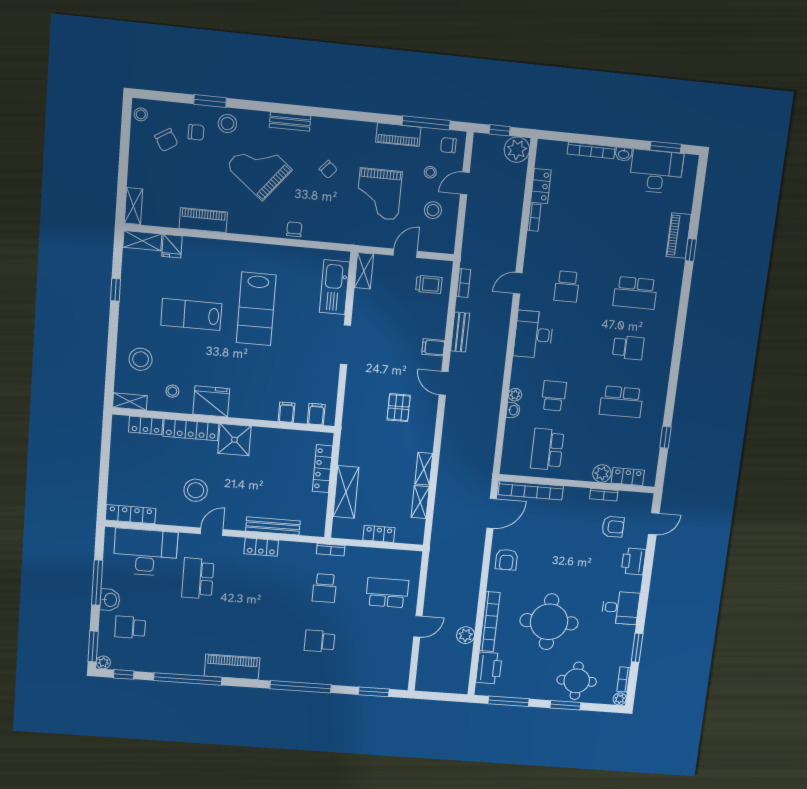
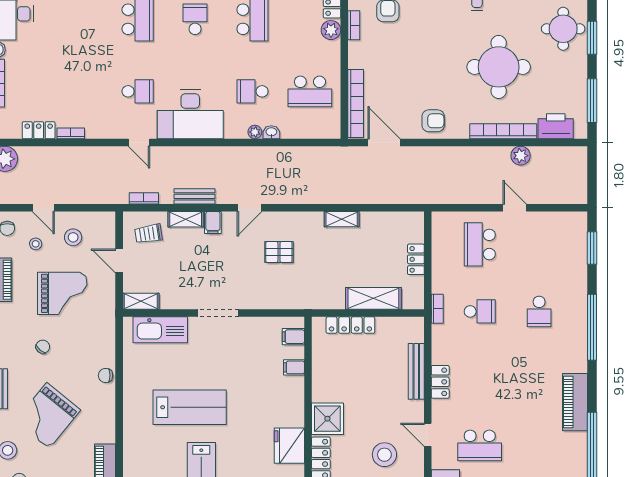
trolley: (429, 284) -> (149, 234), turned -99
desk: (534, 334) -> (190, 114), width x1.36, depth x1.30
shelving: (420, 502) -> (186, 219), moved

